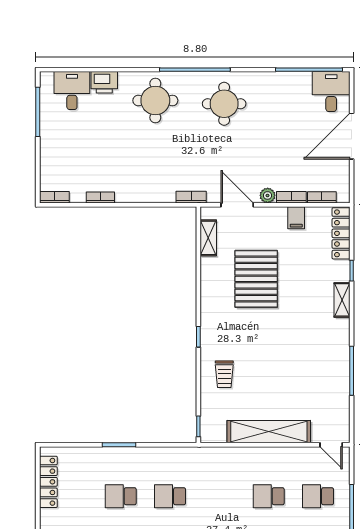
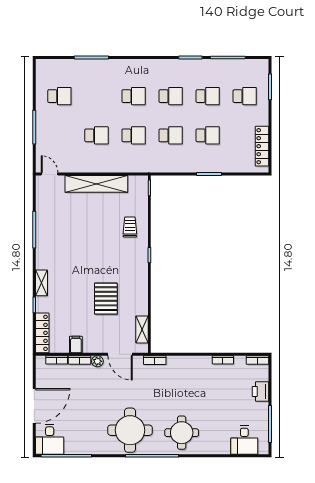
printer: (104, 82) -> (260, 391), moved, turned -90
round table: (224, 104) -> (130, 430), width x1.36, depth x1.36
pallet: (256, 279) -> (106, 299), width x0.73, depth x0.71
school desk: (318, 496) -> (134, 135), moved

